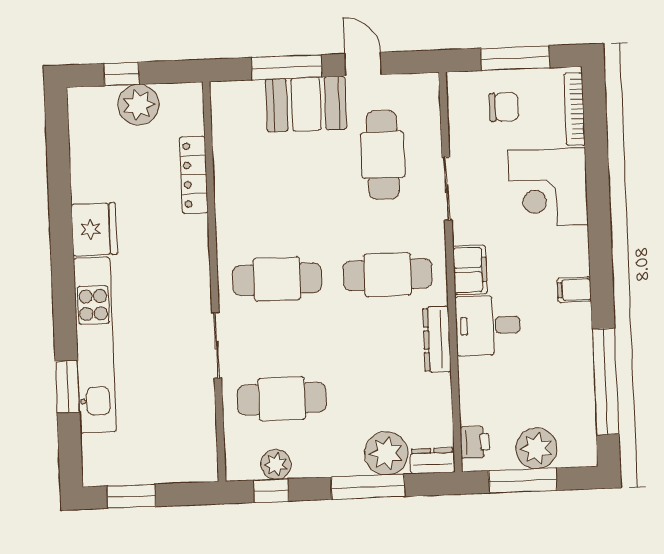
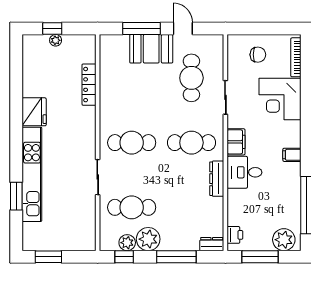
window: (515, 58) -> (265, 28), removed
plant: (139, 105) -> (56, 40), width x0.53, depth x0.53
plant: (536, 448) -> (284, 240), moved
plant: (386, 453) -> (148, 239), moved

